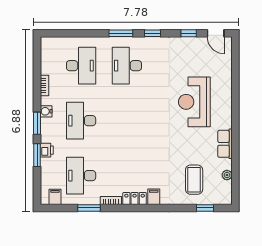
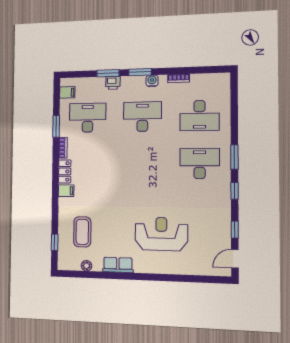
coffee table: (194, 180) -> (82, 232), turned 90

